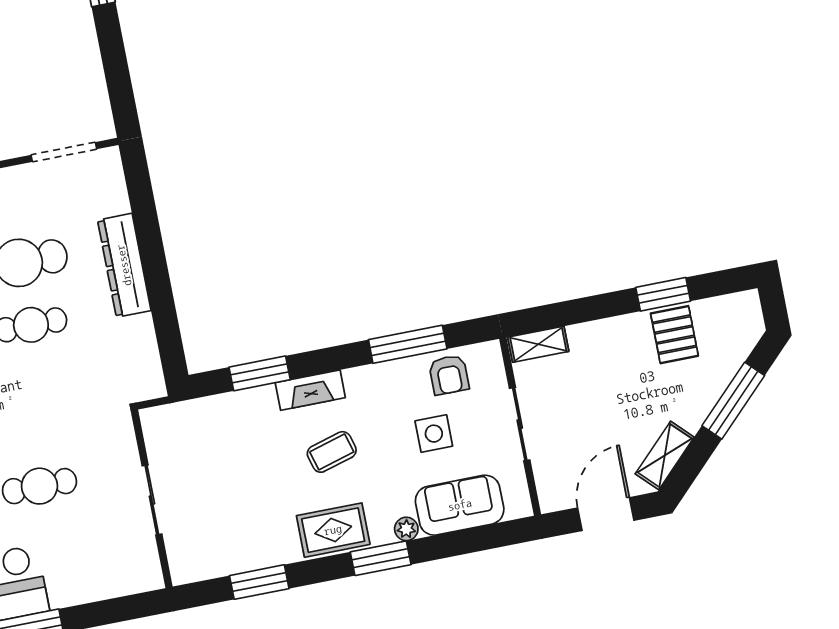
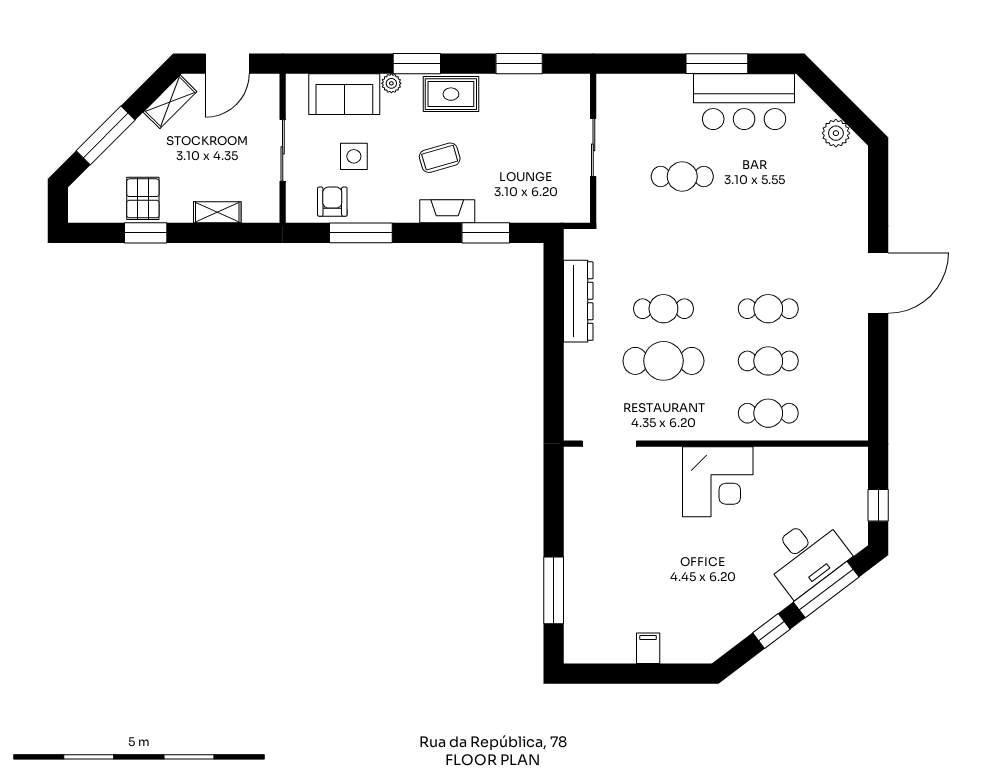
dresser: (124, 265) -> (578, 301), moved
shelving: (538, 344) -> (217, 212), moved

